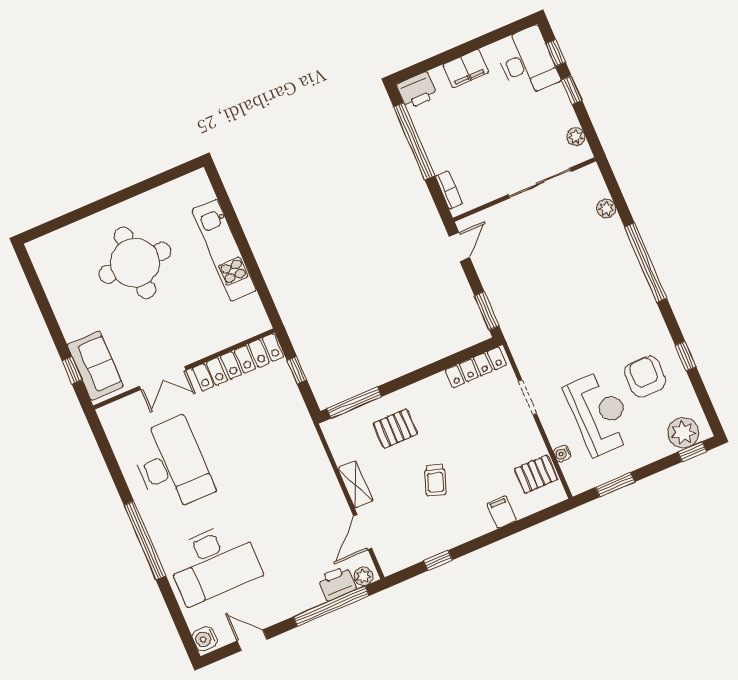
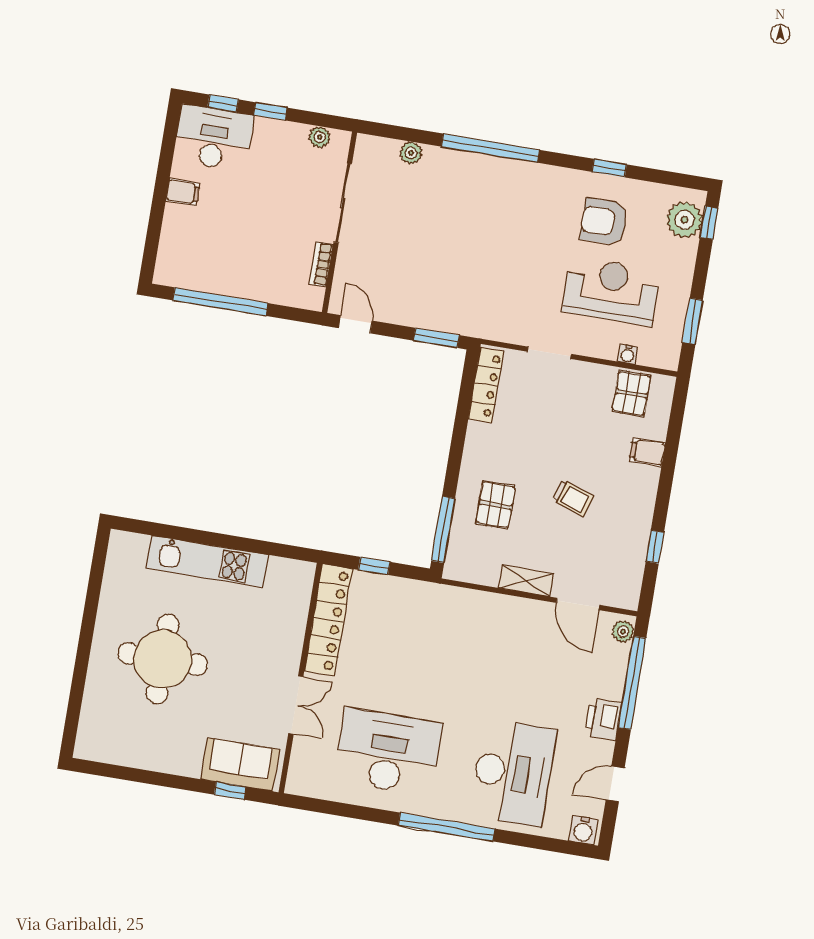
filing cabinet: (466, 69) -> (183, 192), width x0.50
printer: (417, 91) -> (172, 266), removed
bookcase: (449, 190) -> (321, 264), moved, turned -90
printer: (337, 583) -> (603, 719), moved

